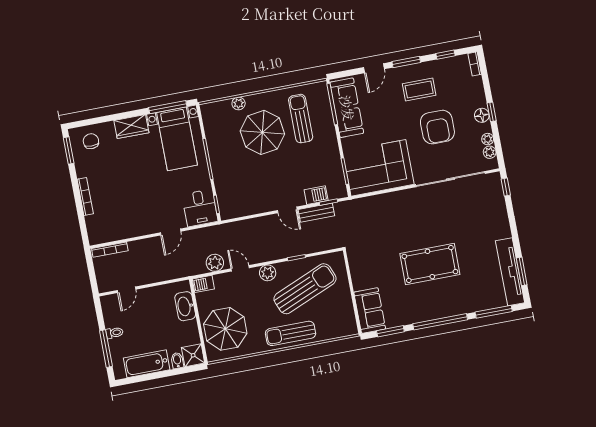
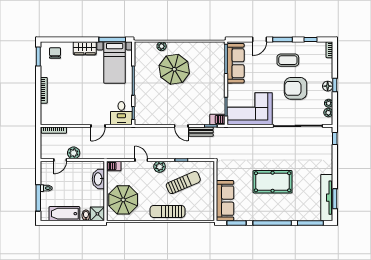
sun lounger: (301, 119) -> (202, 65), removed
armchair: (437, 127) -> (296, 88), turned 90
barbecue: (316, 195) -> (217, 119), moved
plant: (215, 263) -> (74, 153), moved
sun lounger: (305, 289) -> (183, 183), width x0.73, depth x0.75
sofa: (370, 311) -> (225, 201), width x1.36

